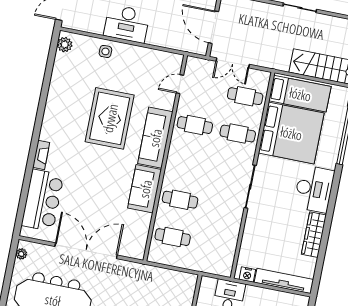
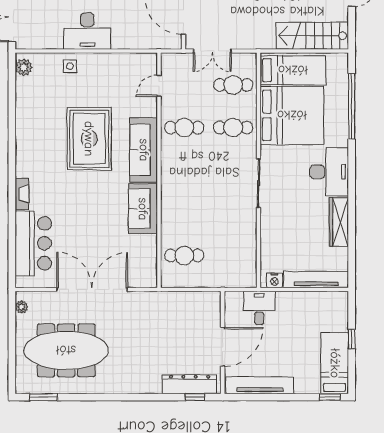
cafe table: (180, 200) -> (184, 213), removed

